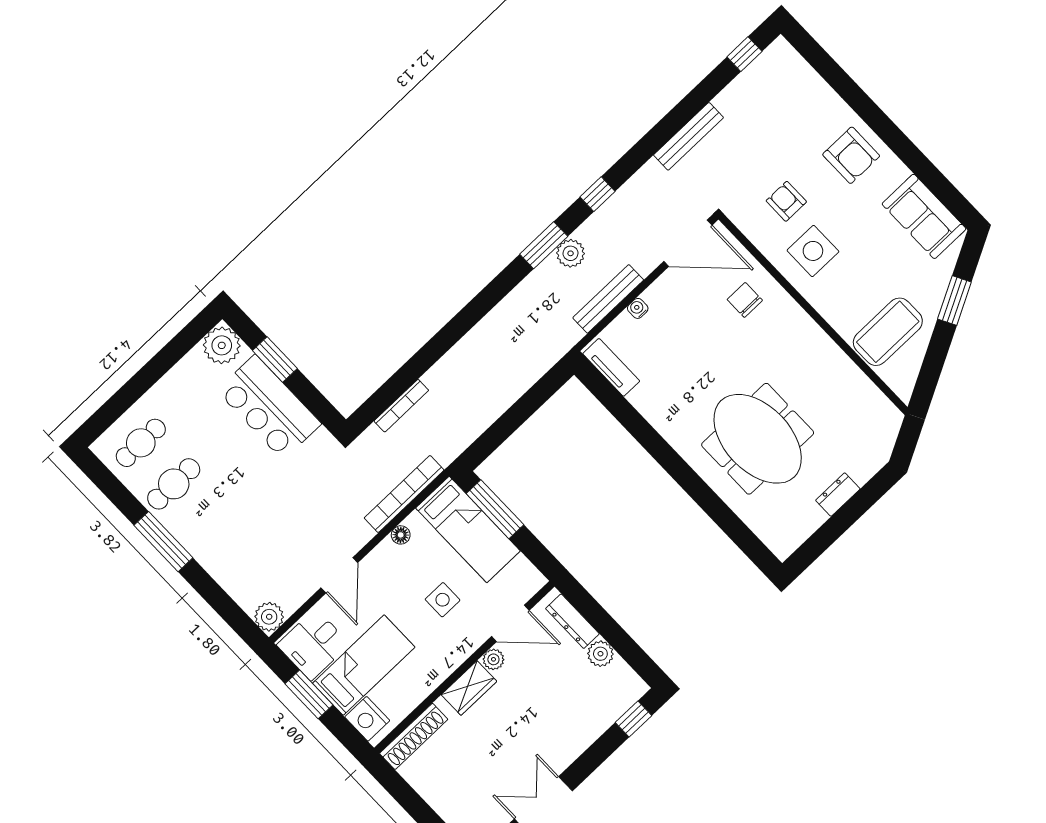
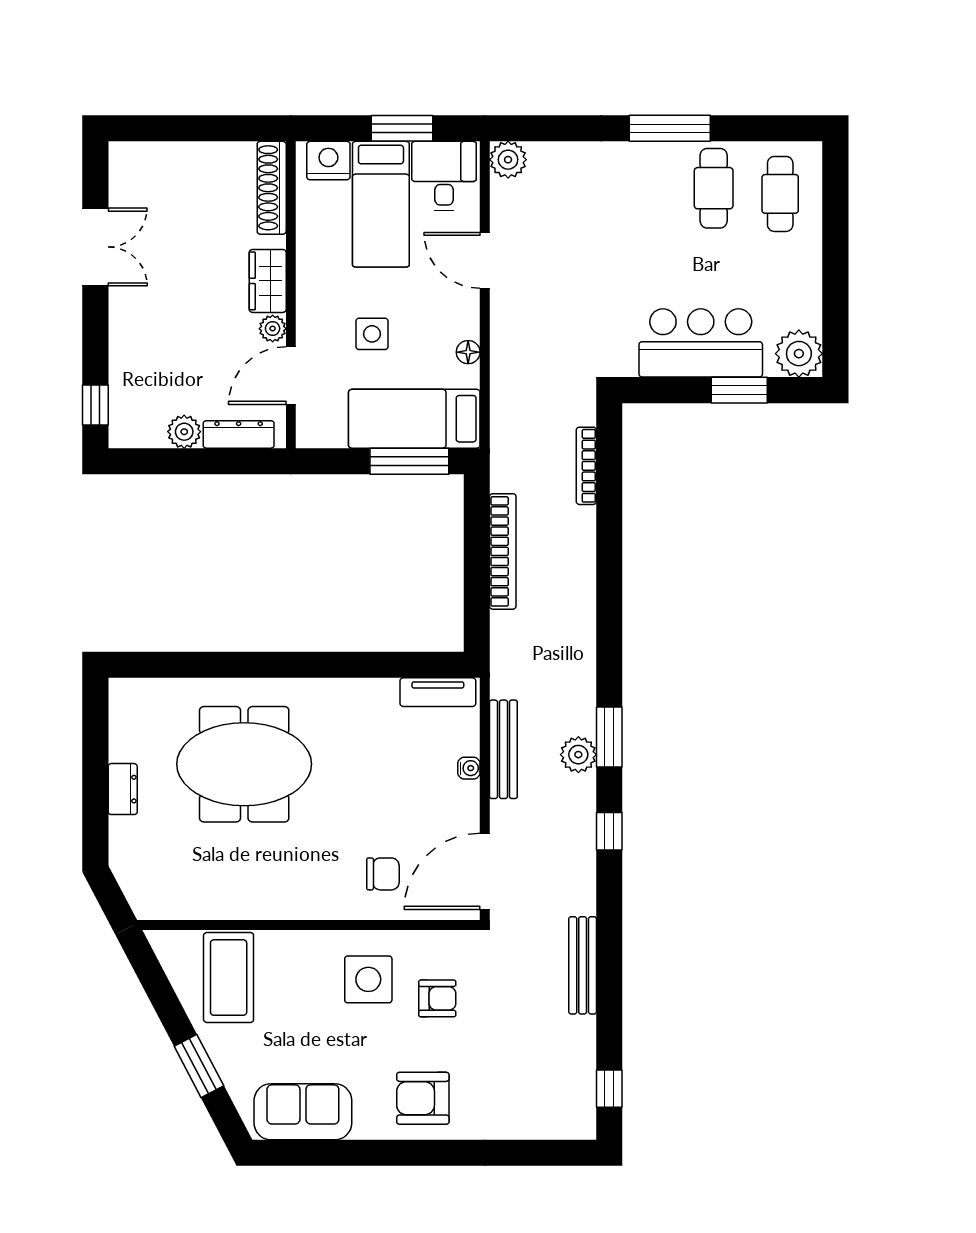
bookcase: (404, 494) -> (503, 551), moved

